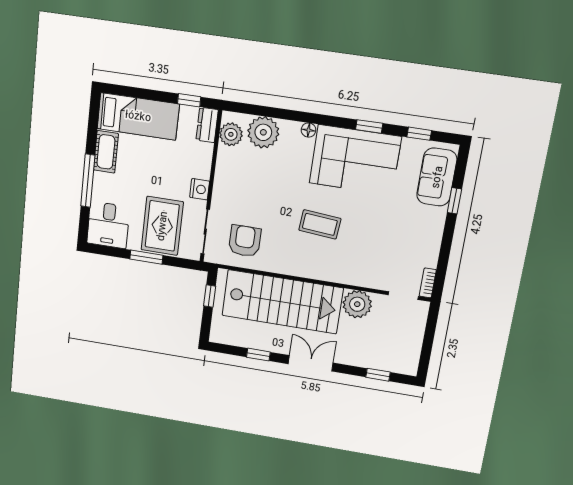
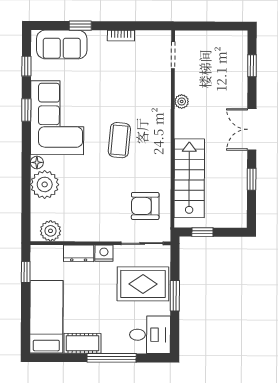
dresser: (207, 125) -> (79, 253), moved
plant: (263, 132) -> (45, 184), moved
bookcase: (428, 283) -> (121, 36), moved
stairs: (282, 302) -> (189, 178), width x0.73, depth x0.66
plant: (357, 304) -> (182, 101), width x0.53, depth x0.53

